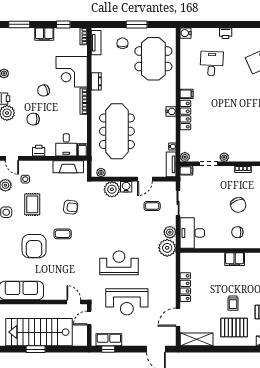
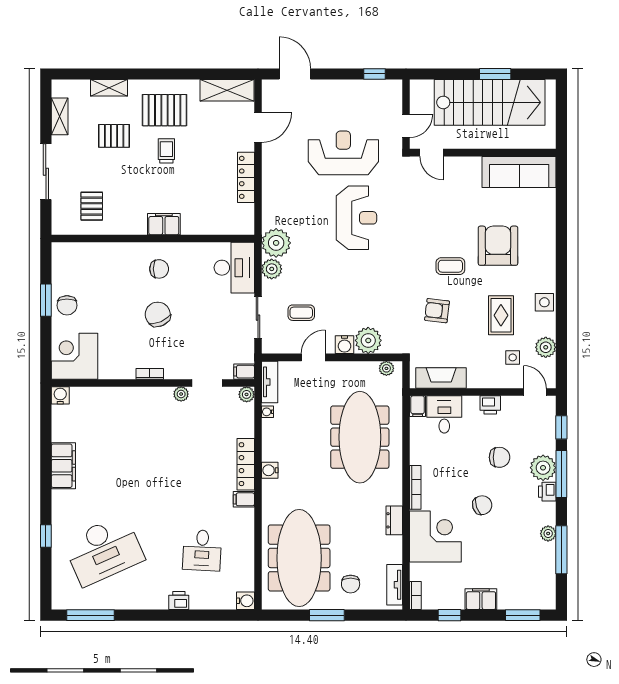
meeting table: (153, 59) -> (299, 558), width x1.36
reception desk: (119, 263) -> (356, 218), turned -90
row of seats: (109, 340) -> (373, 90), removed

